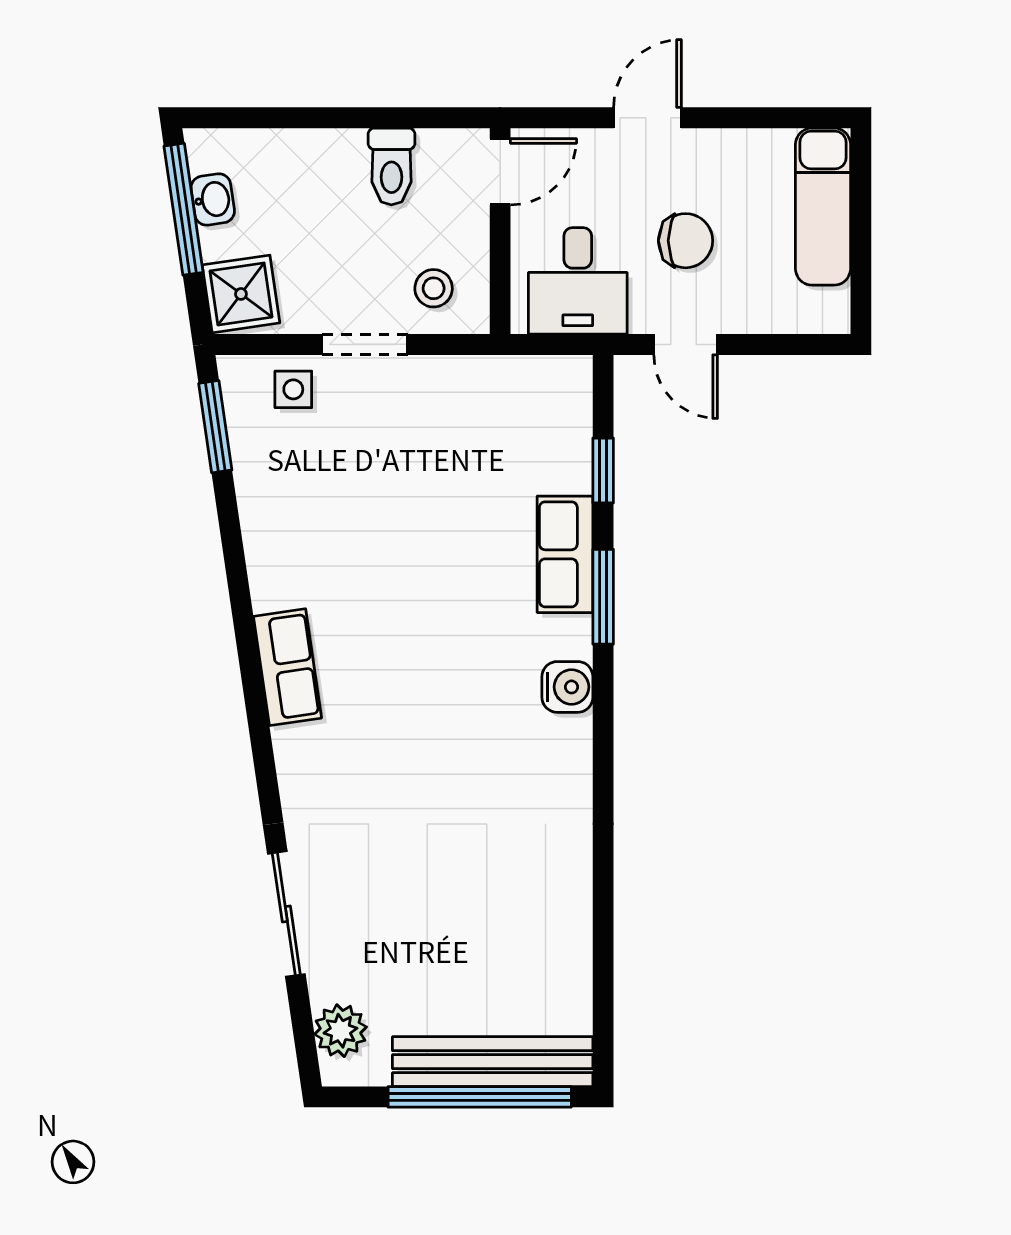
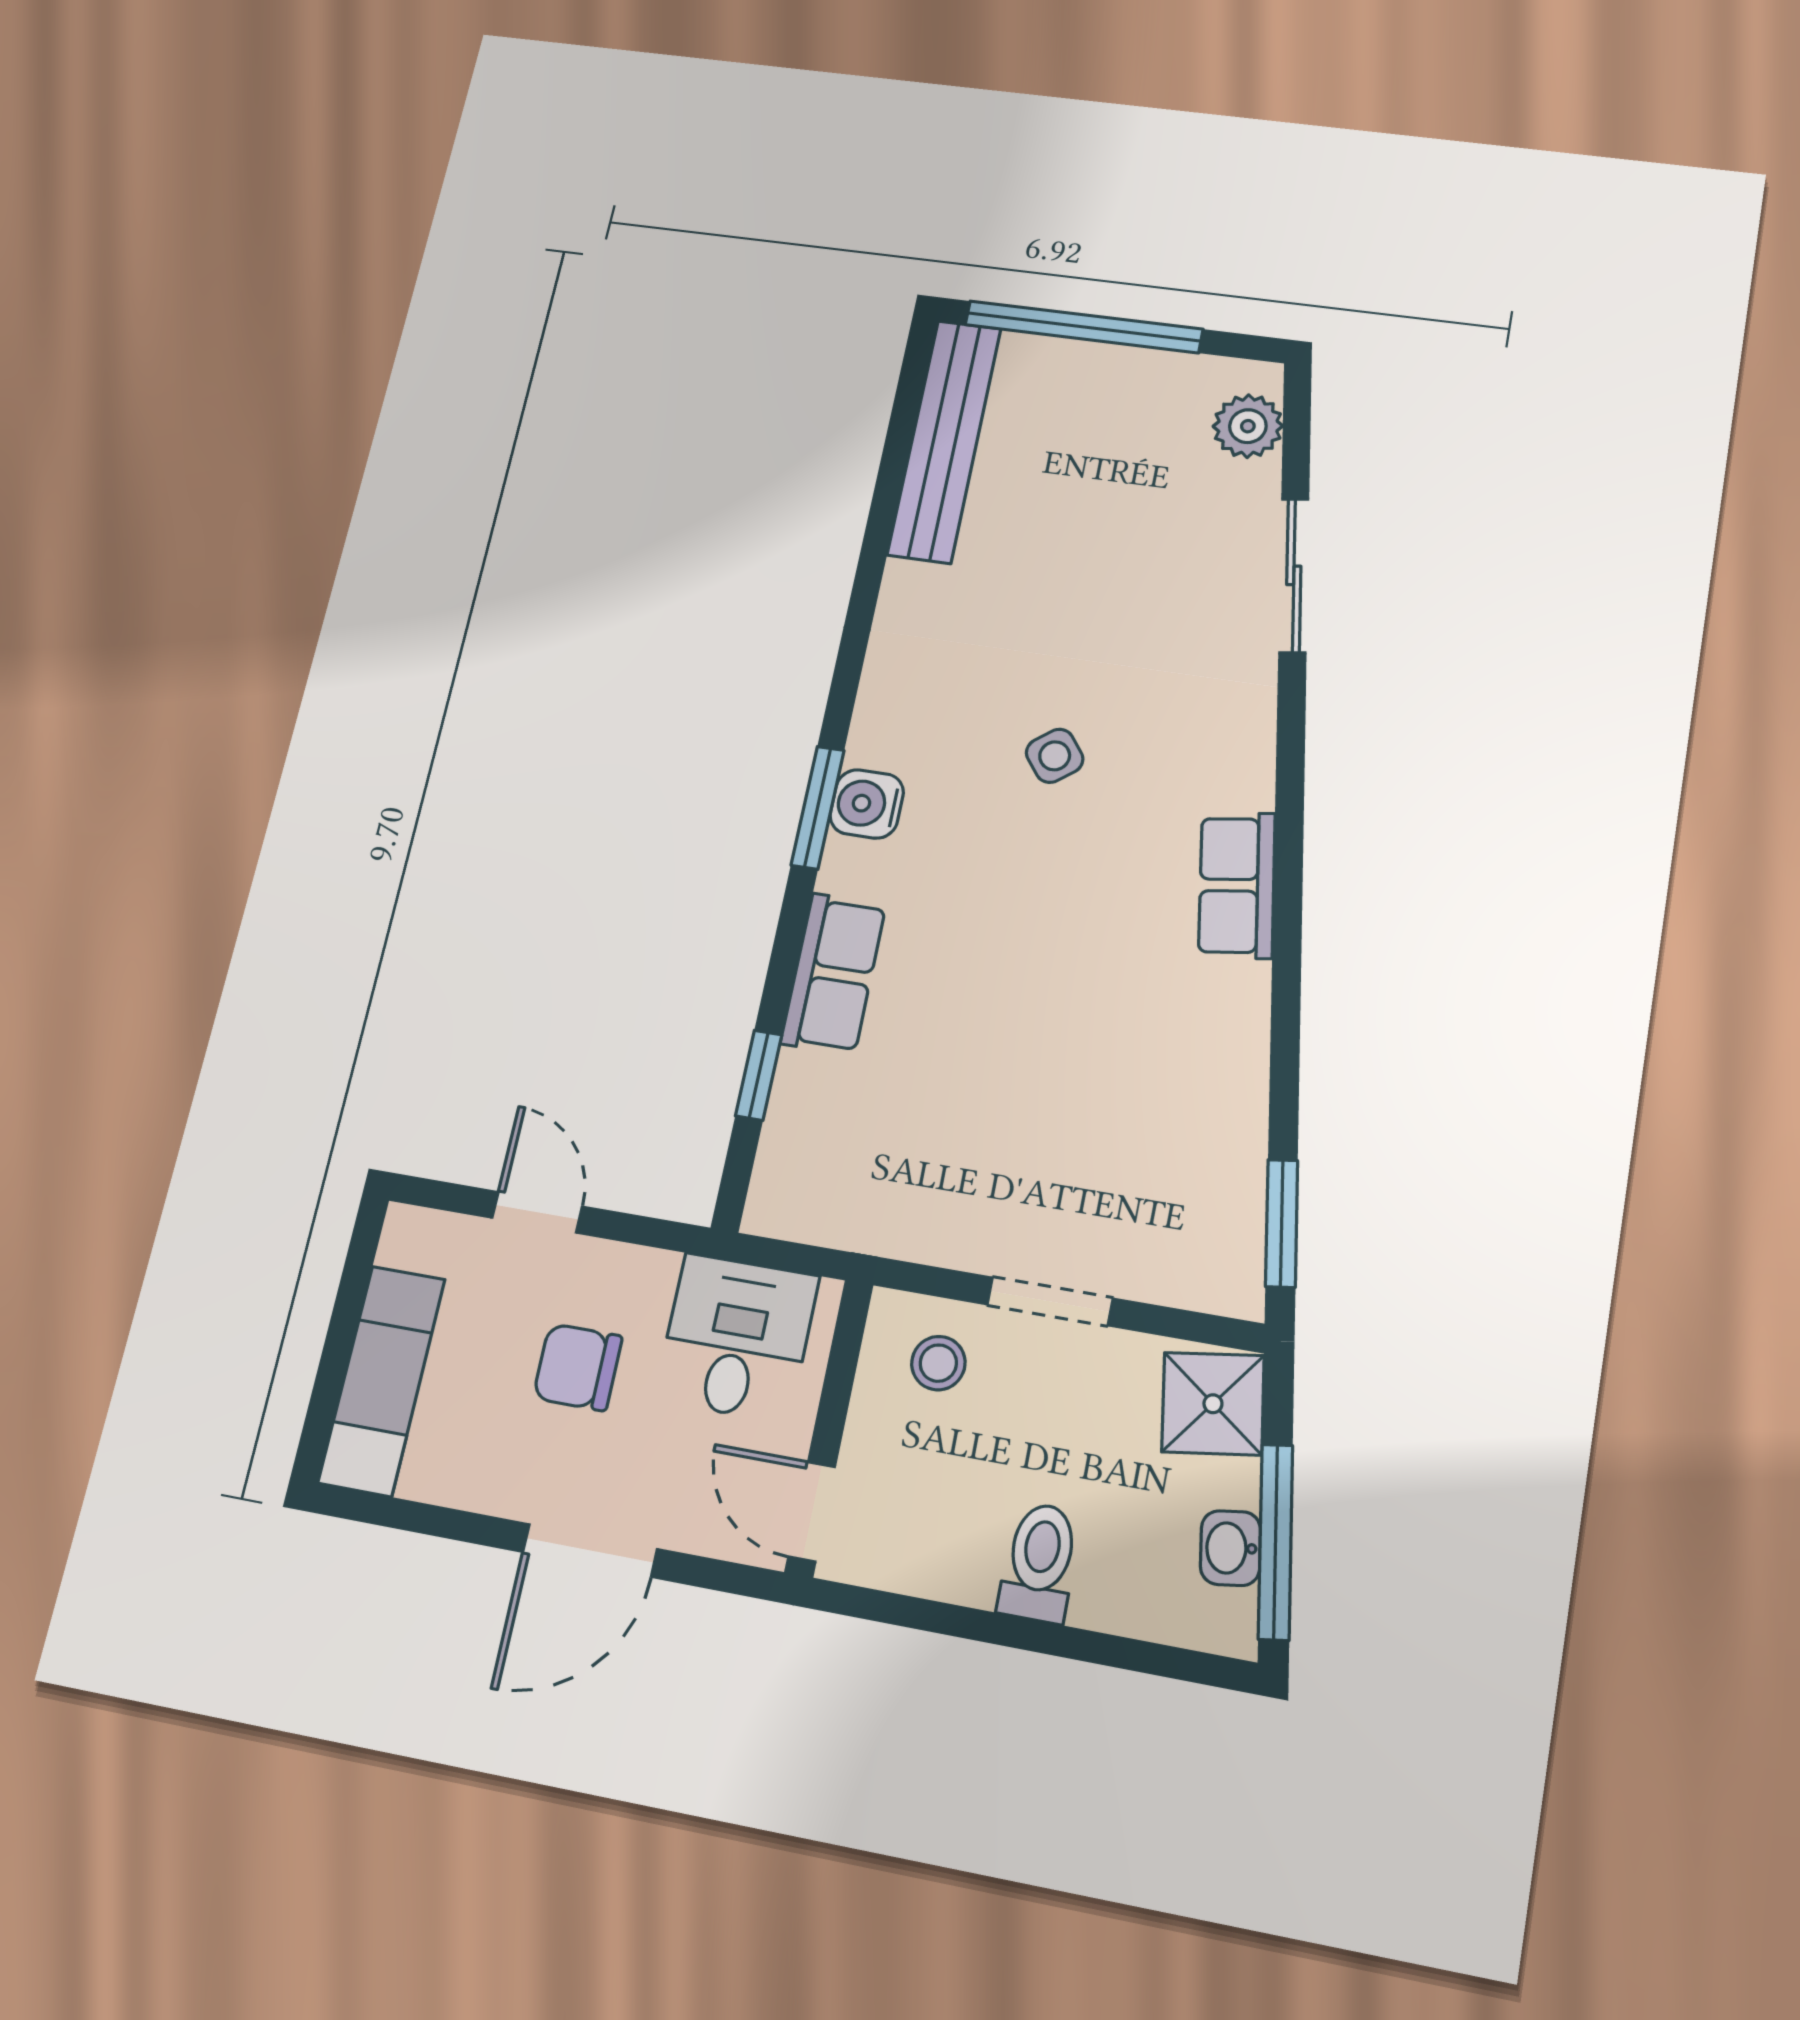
door: (647, 118) -> (590, 1551), width x1.38
toilet: (391, 166) -> (1040, 1562), moved
door: (500, 172) -> (812, 1512), hinge flipped
door: (686, 344) -> (537, 1212), moved
side table: (293, 389) -> (1055, 756), moved, turned -38
window: (603, 597) -> (818, 808), moved
bench: (493, 1062) -> (944, 441), moved, turned 90

